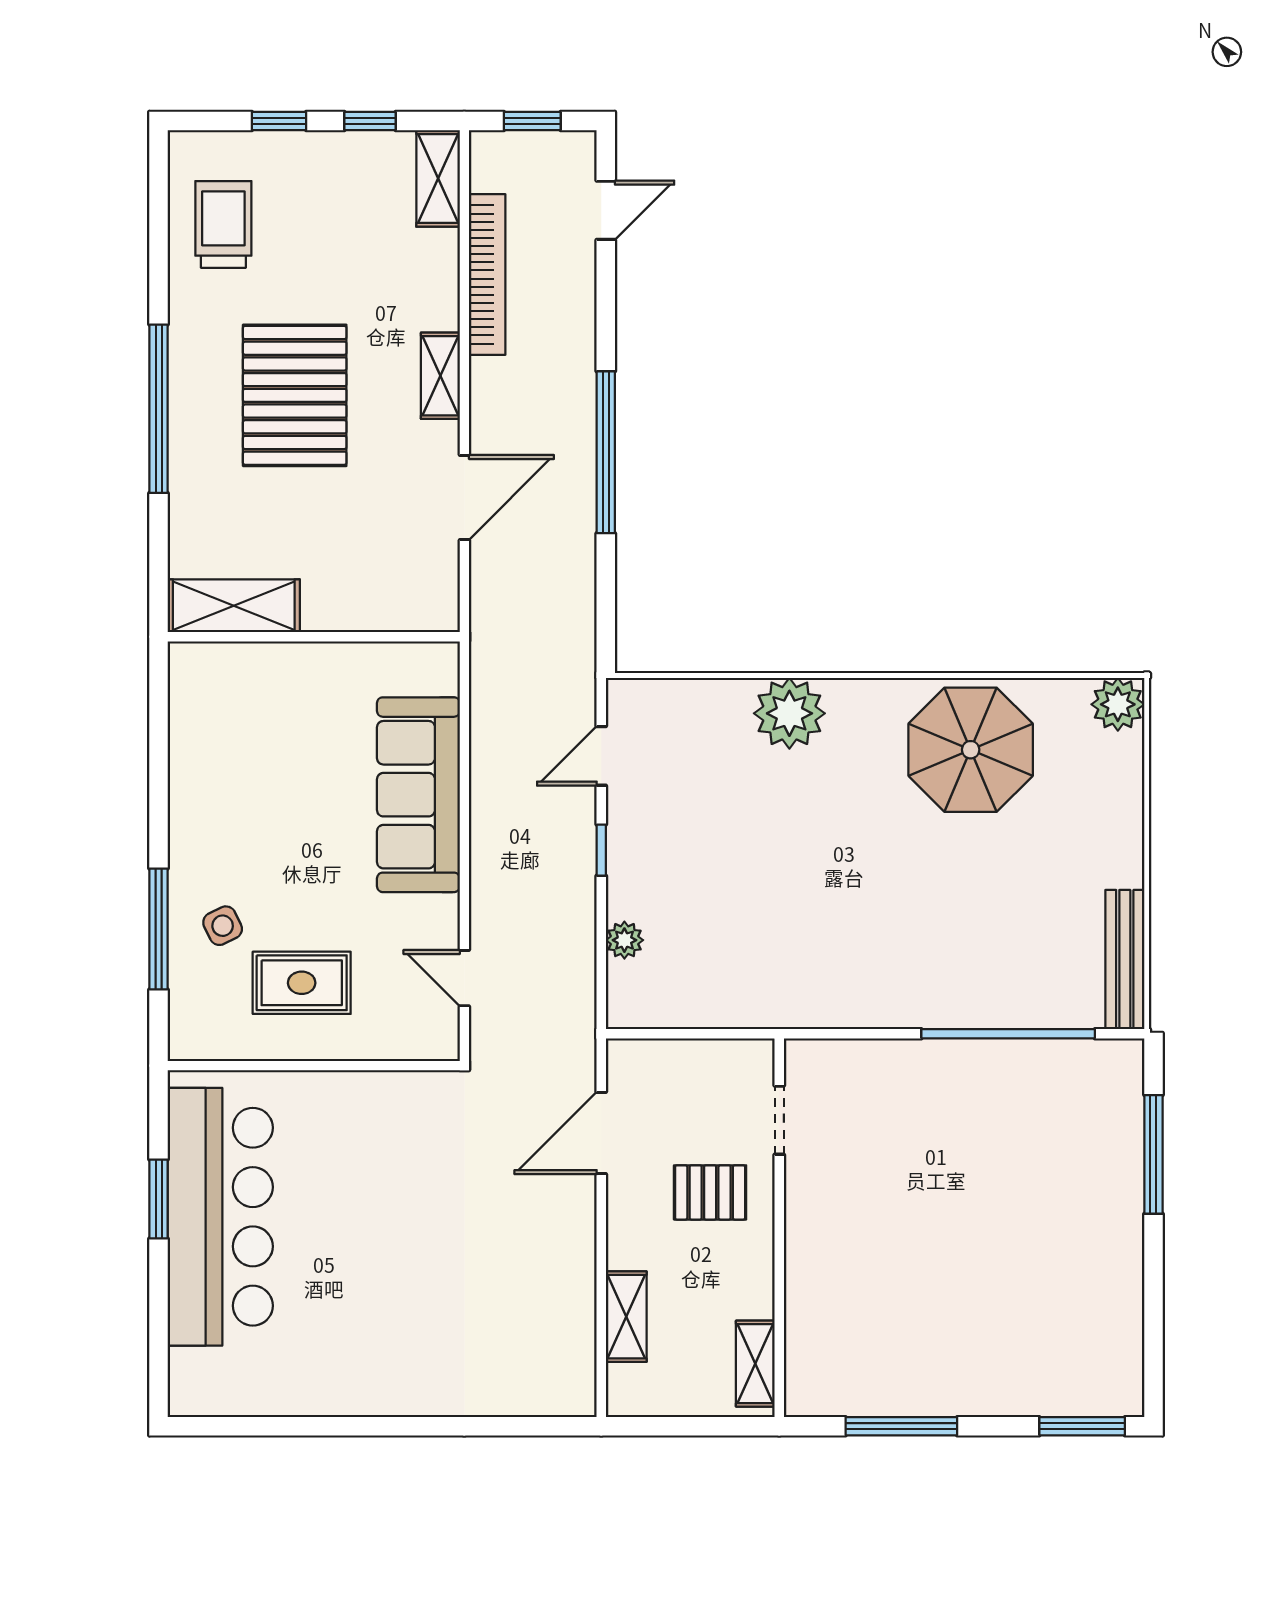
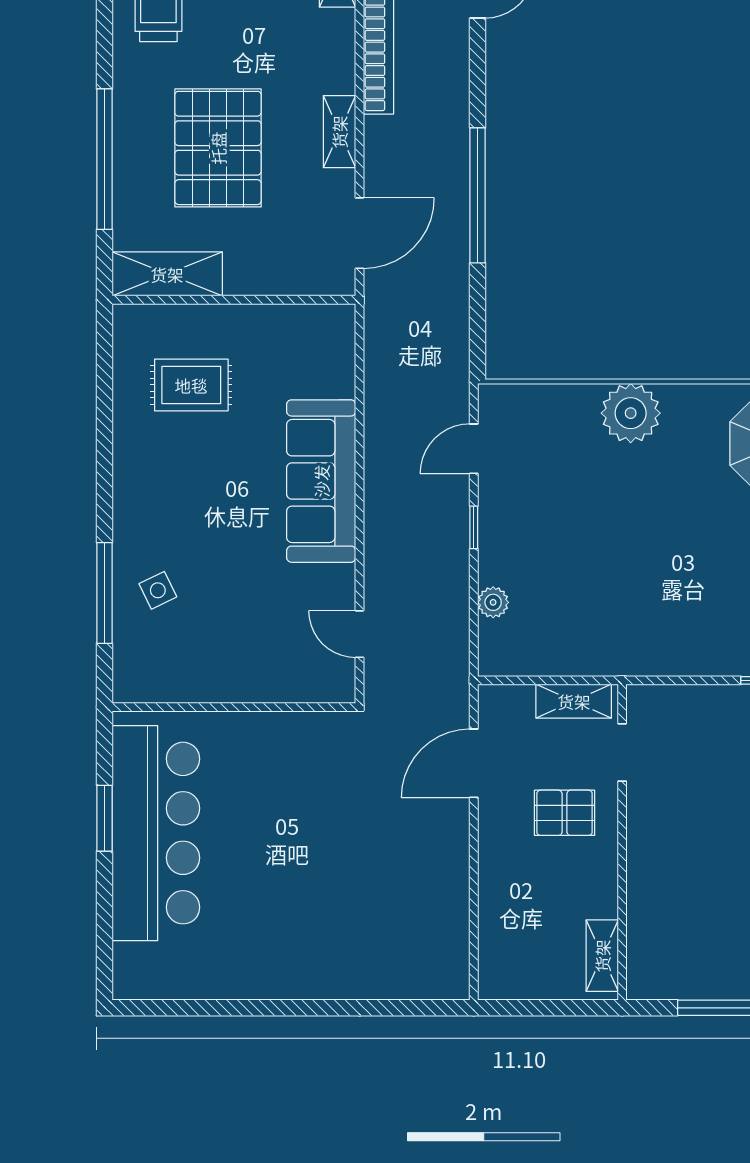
shelving: (234, 606) -> (167, 274), moved
wall: (314, 637) -> (234, 300), moved
rug: (302, 983) -> (191, 385), moved
shelving: (626, 1317) -> (574, 701), moved, turned 90

